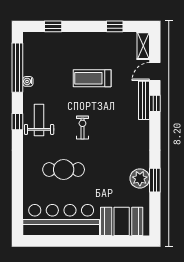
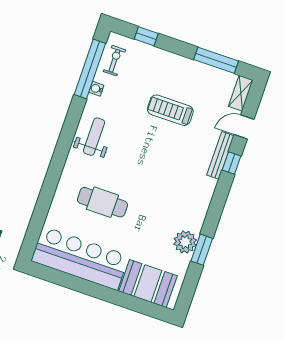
window: (115, 26) -> (216, 60), width x2.17
window: (17, 122) -> (69, 130), removed
exercise bike: (82, 128) -> (114, 61), moved

